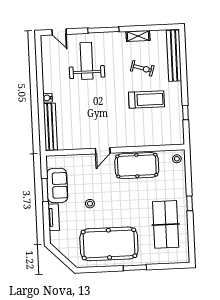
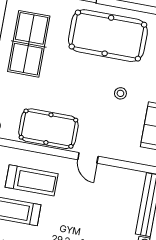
treadmill: (140, 125) -> (32, 180), added
door: (103, 151) -> (88, 158), swing flipped

